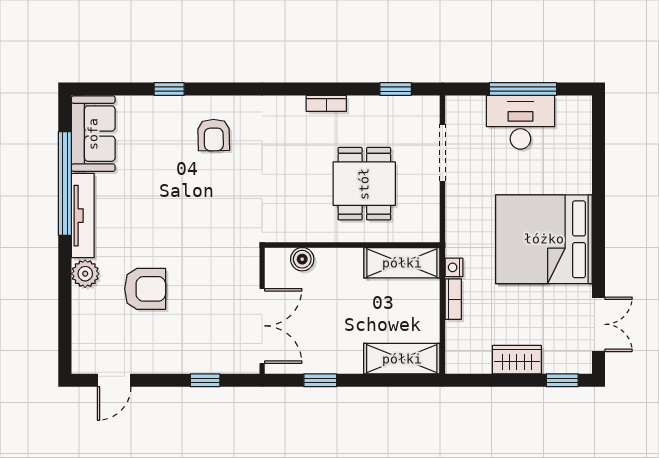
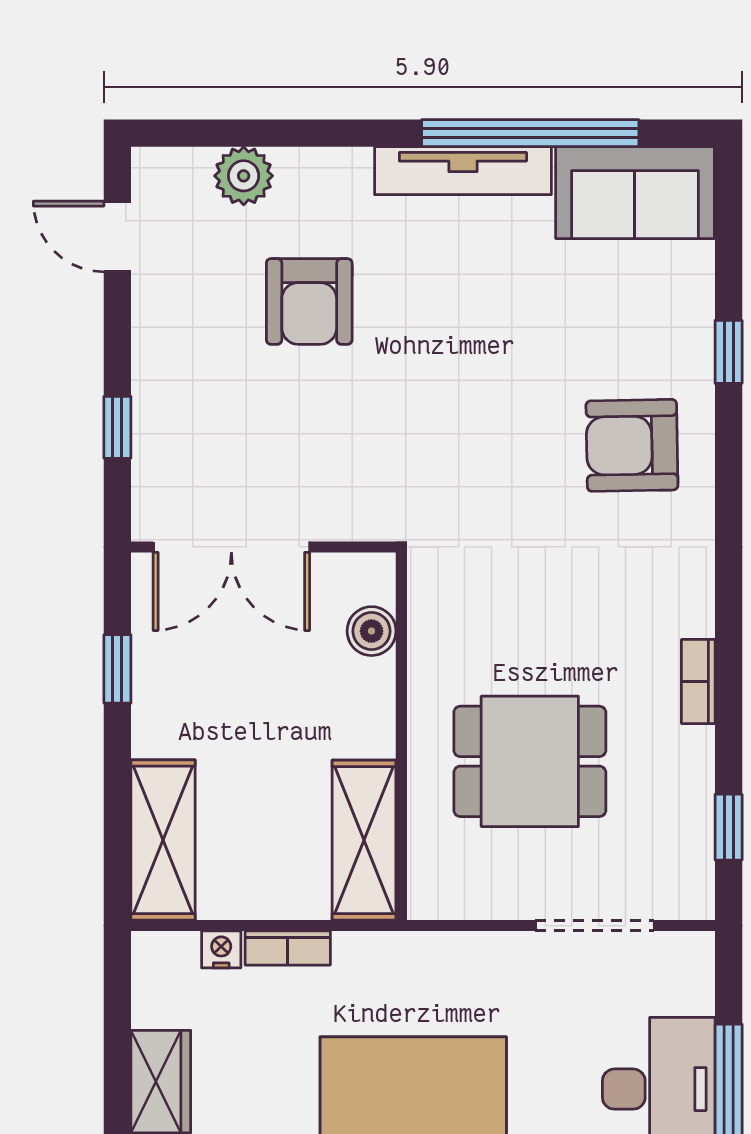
armchair: (214, 135) -> (632, 445), width x1.38, depth x1.38
nightstand: (454, 267) -> (221, 949), moved
plant: (85, 274) -> (244, 176), moved

